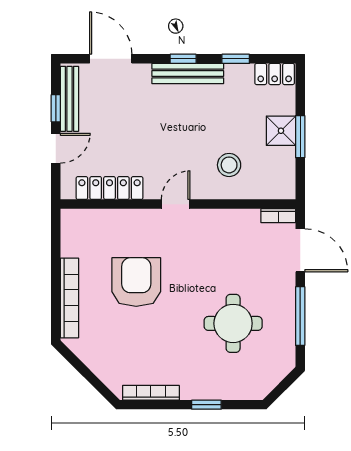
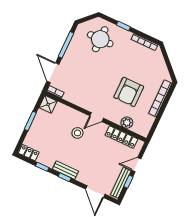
bench: (188, 74) -> (65, 170), width x0.73
shower: (281, 131) -> (48, 104), moved
stool: (229, 165) -> (78, 133), moved
plant: (112, 221) -> (127, 123), added
round table: (233, 323) -> (100, 39), moved

